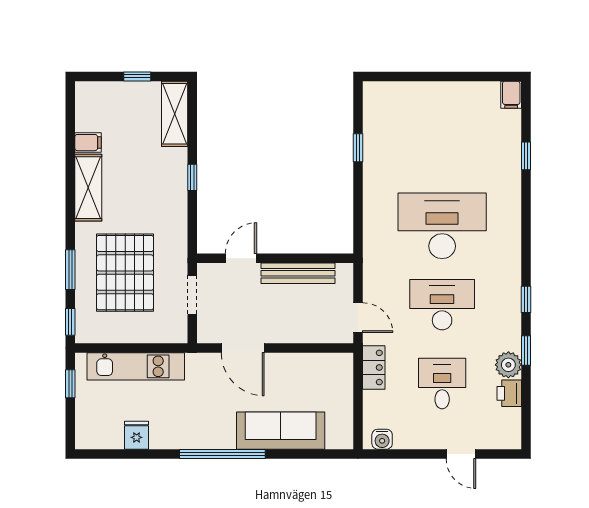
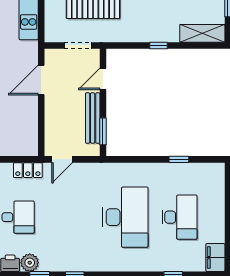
filing cabinet: (511, 95) -> (215, 258), width x2.00
door: (241, 258) -> (103, 79), swing flipped
window: (317, 258) -> (103, 131), added
desk: (442, 305) -> (180, 217), moved

